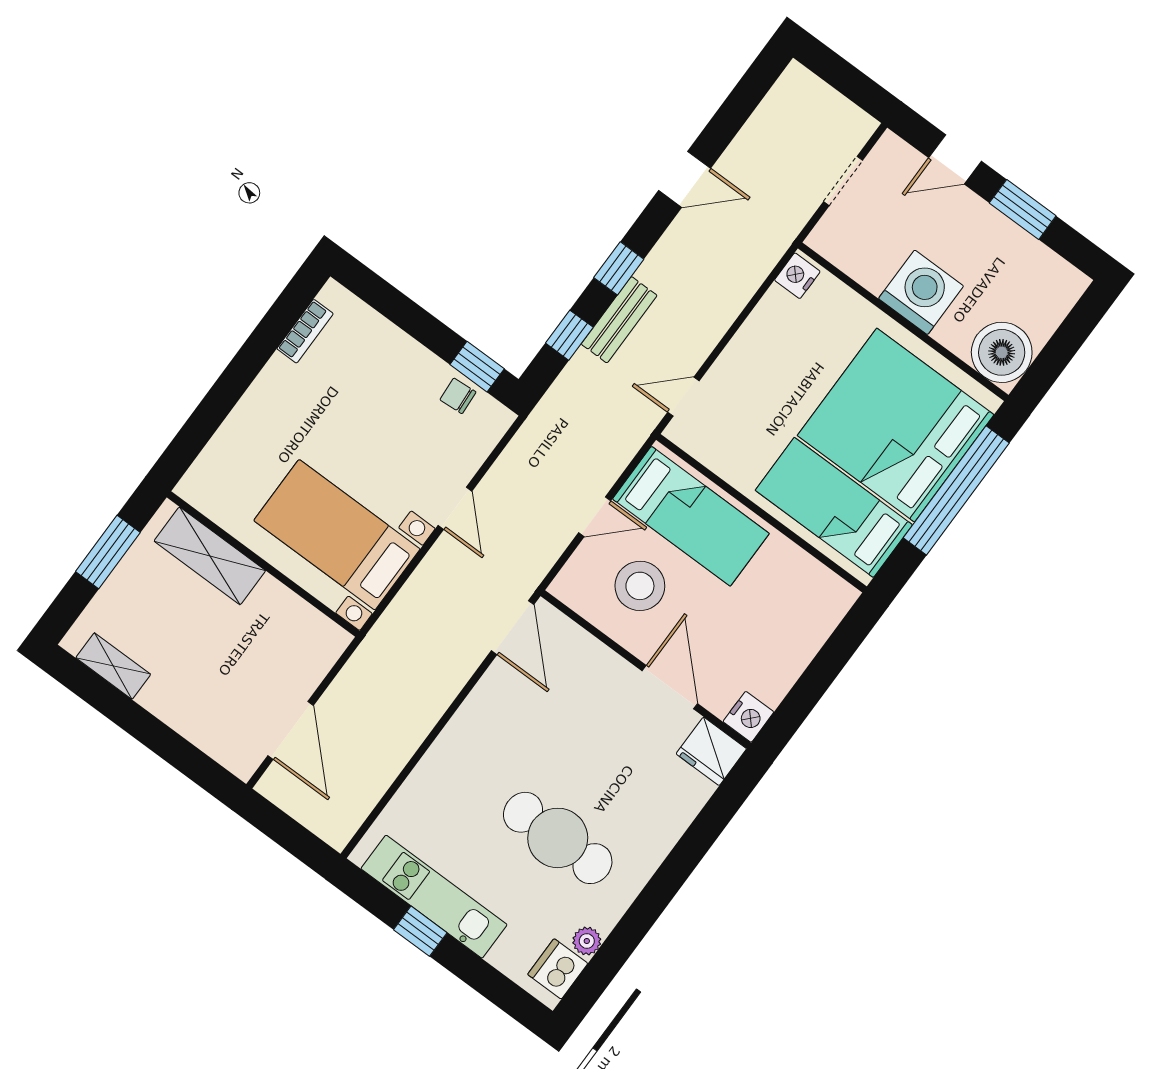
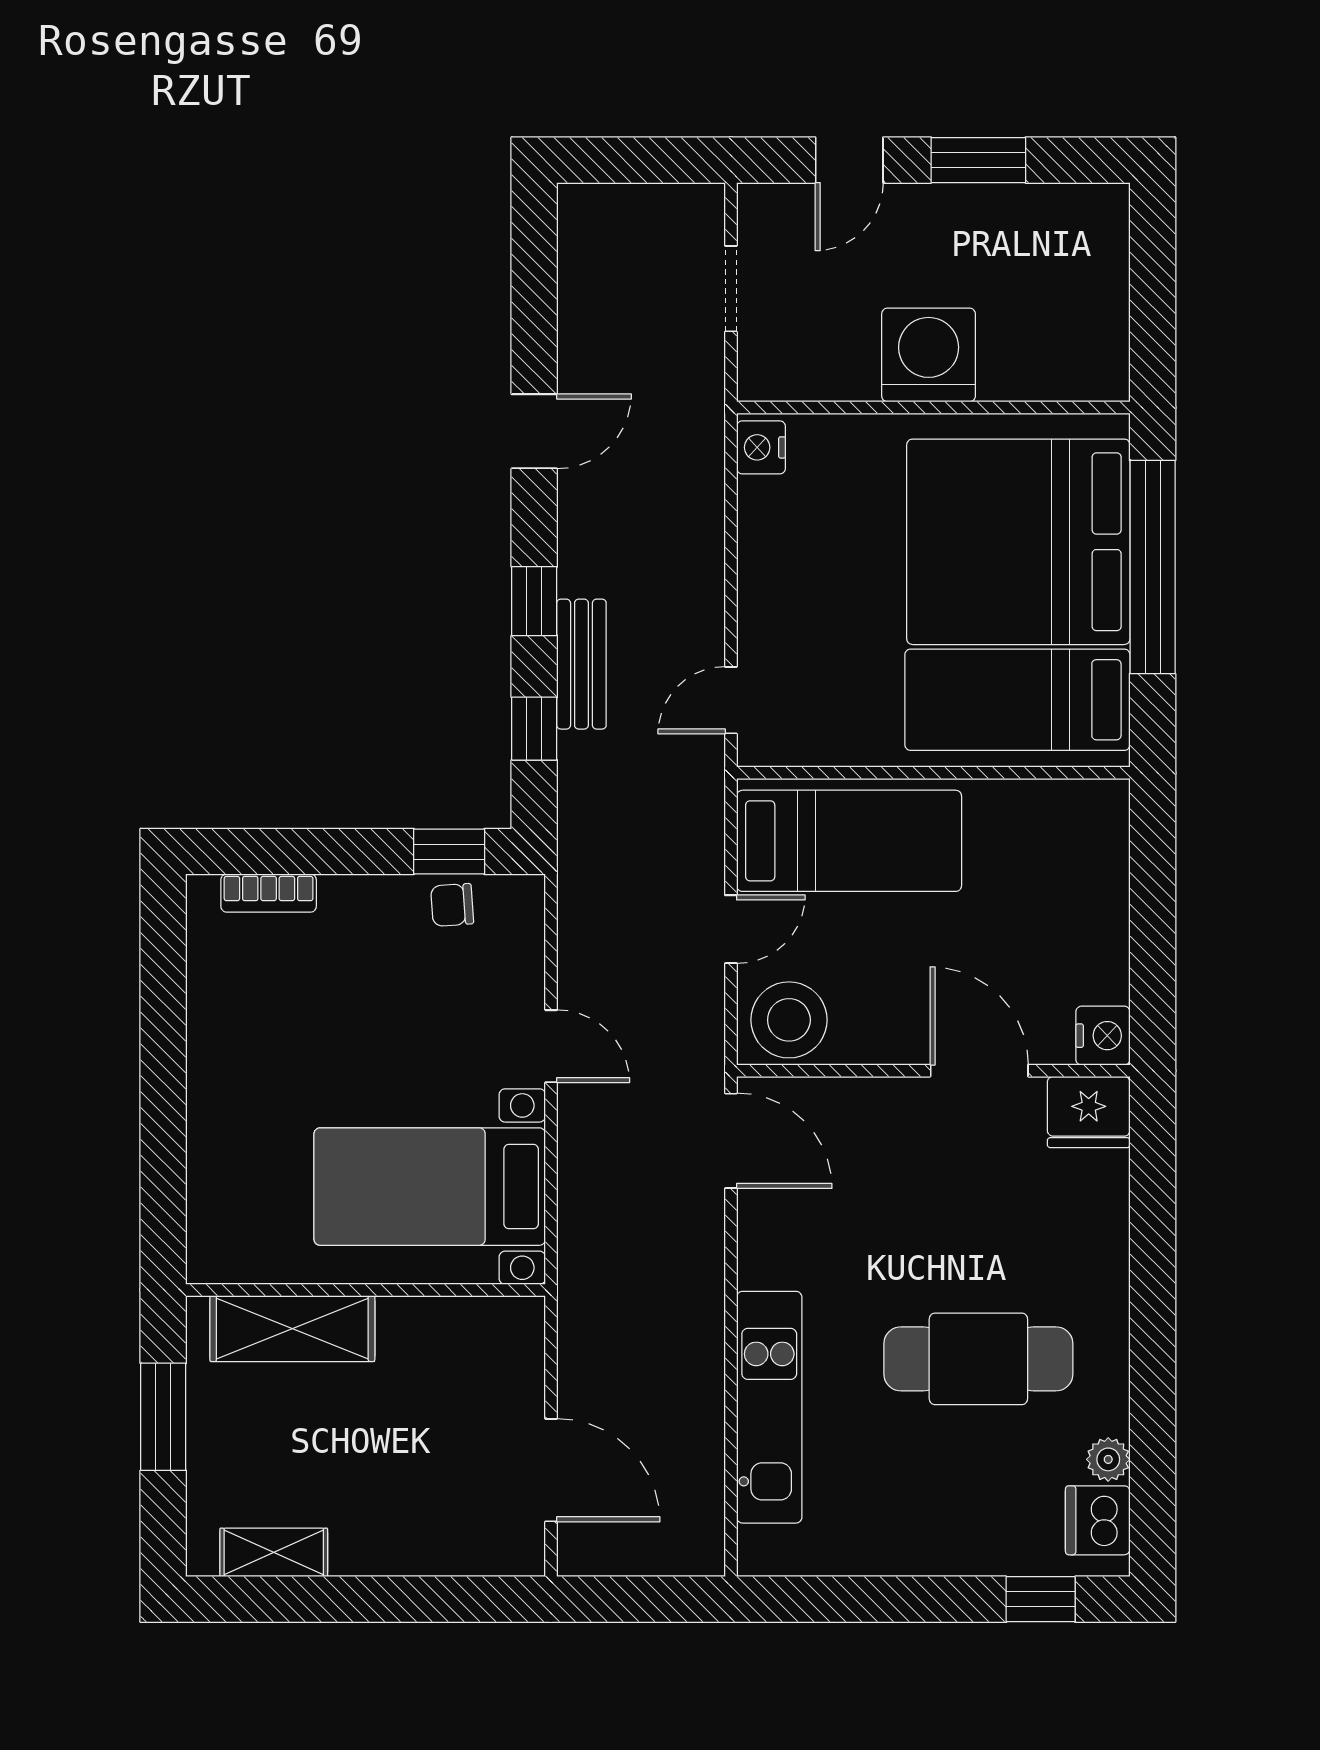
bookcase: (305, 331) -> (269, 893), moved, turned 90
boiler: (1002, 352) -> (1083, 355), removed
stool: (640, 586) -> (789, 1020), moved
kitchen unit: (434, 897) -> (769, 1407), moved, turned 90
window: (420, 931) -> (1041, 1599), moved

